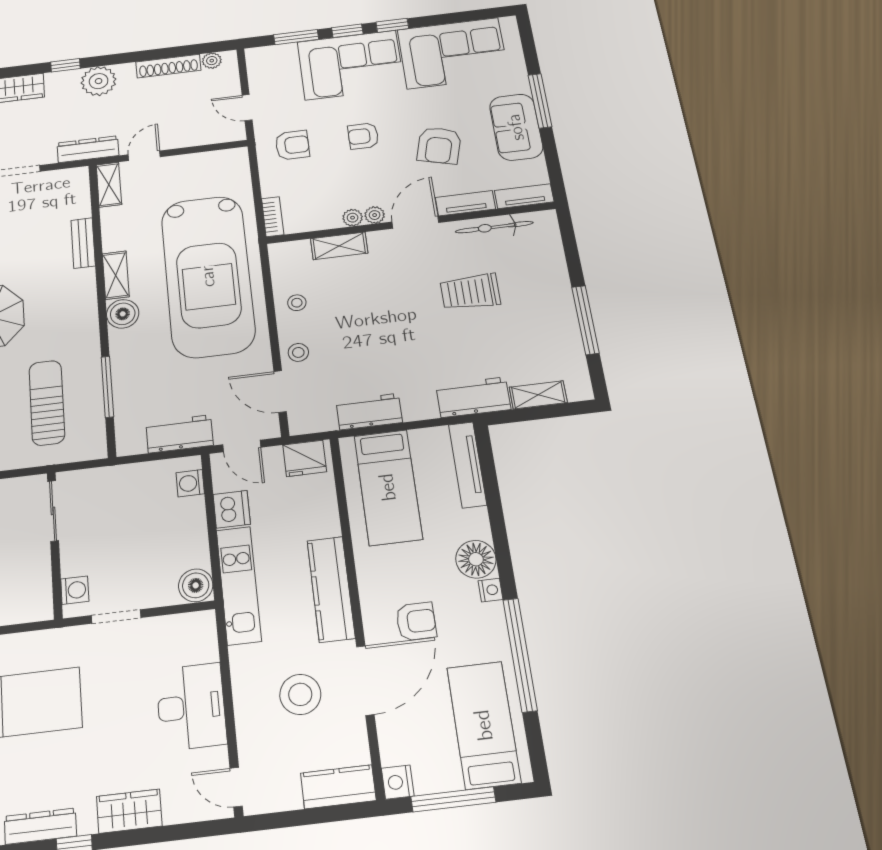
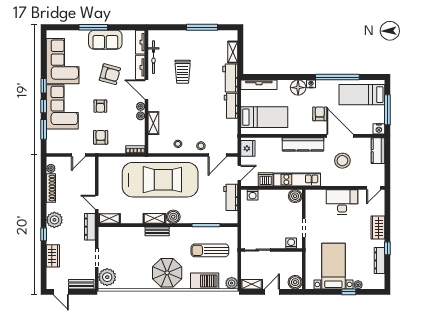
bench: (83, 243) -> (157, 231), moved
workbench: (369, 412) -> (231, 106), moved

